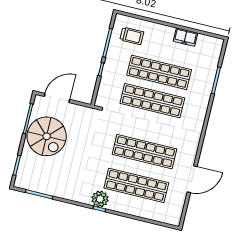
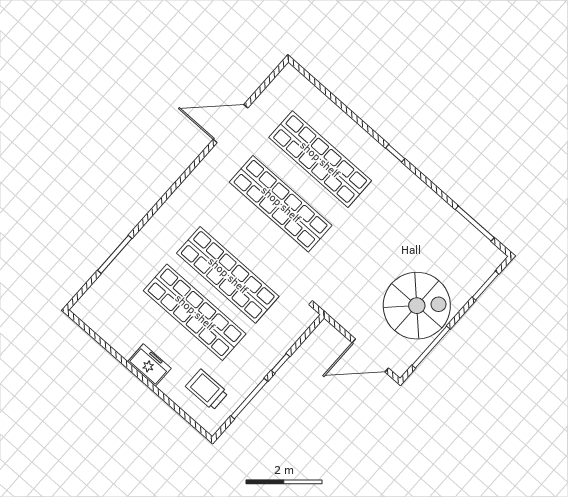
freezer: (186, 37) -> (149, 365), moved
spiral stairs: (47, 136) -> (417, 306), turned 90
plant: (100, 199) -> (386, 168), removed

